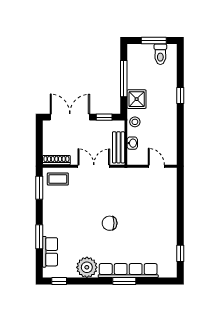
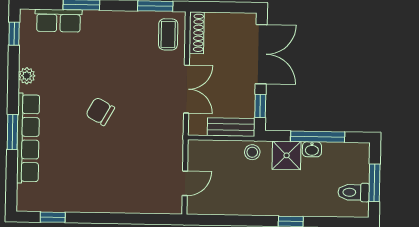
washbasin: (132, 143) -> (312, 149), moved
bench: (119, 147) -> (231, 127), moved
chair: (110, 223) -> (100, 111), turned -61
plant: (87, 267) -> (27, 76), width x0.53, depth x0.53

